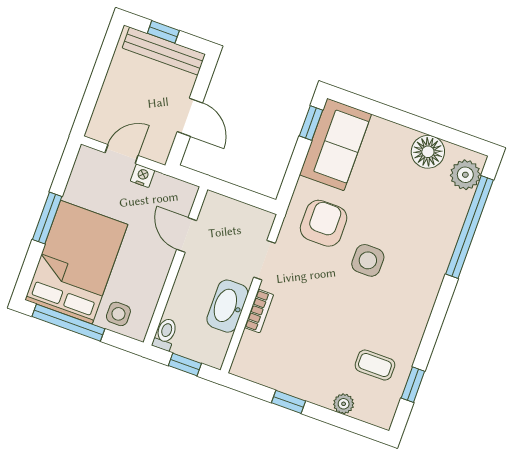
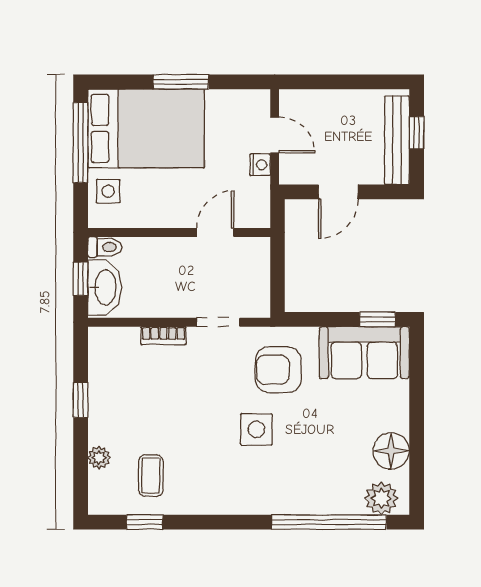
armchair: (324, 223) -> (278, 370), turned 180
washbasin: (227, 306) -> (105, 287), moved, turned 90

